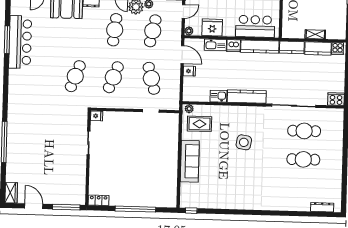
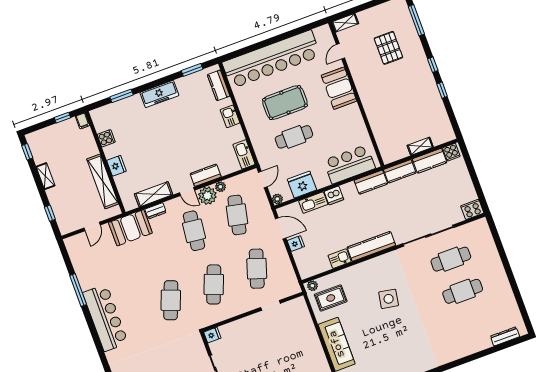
bar counter: (20, 42) -> (105, 318), moved
kitchen counter: (260, 47) -> (371, 182), width x0.67
cafe table: (151, 78) -> (257, 269), turned 33

